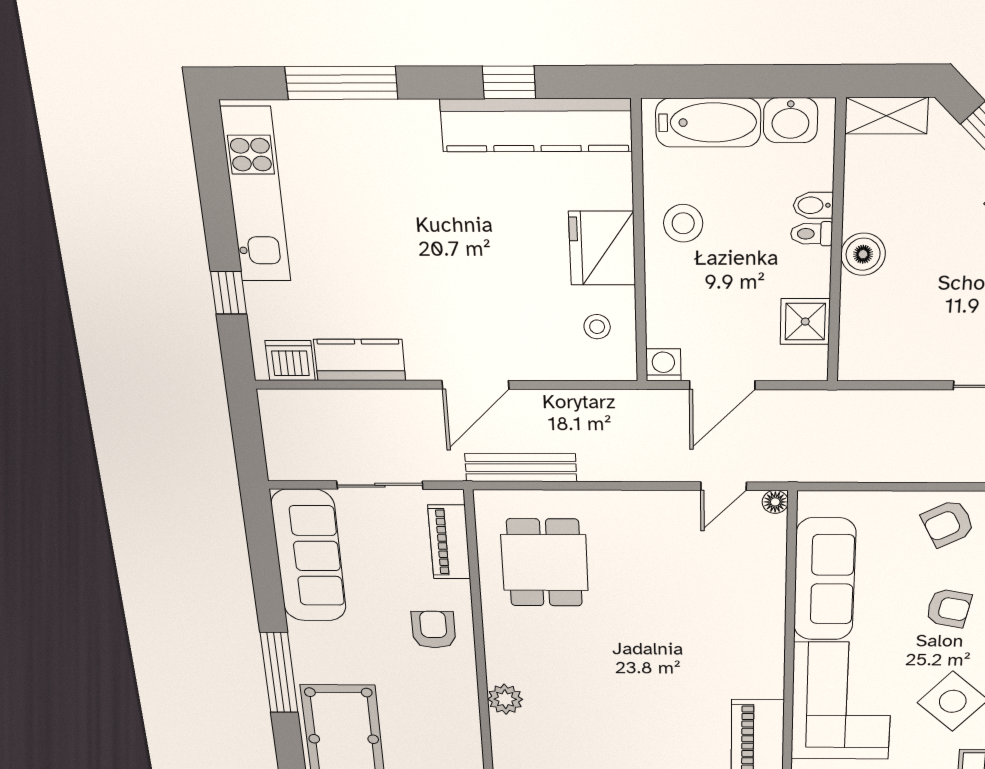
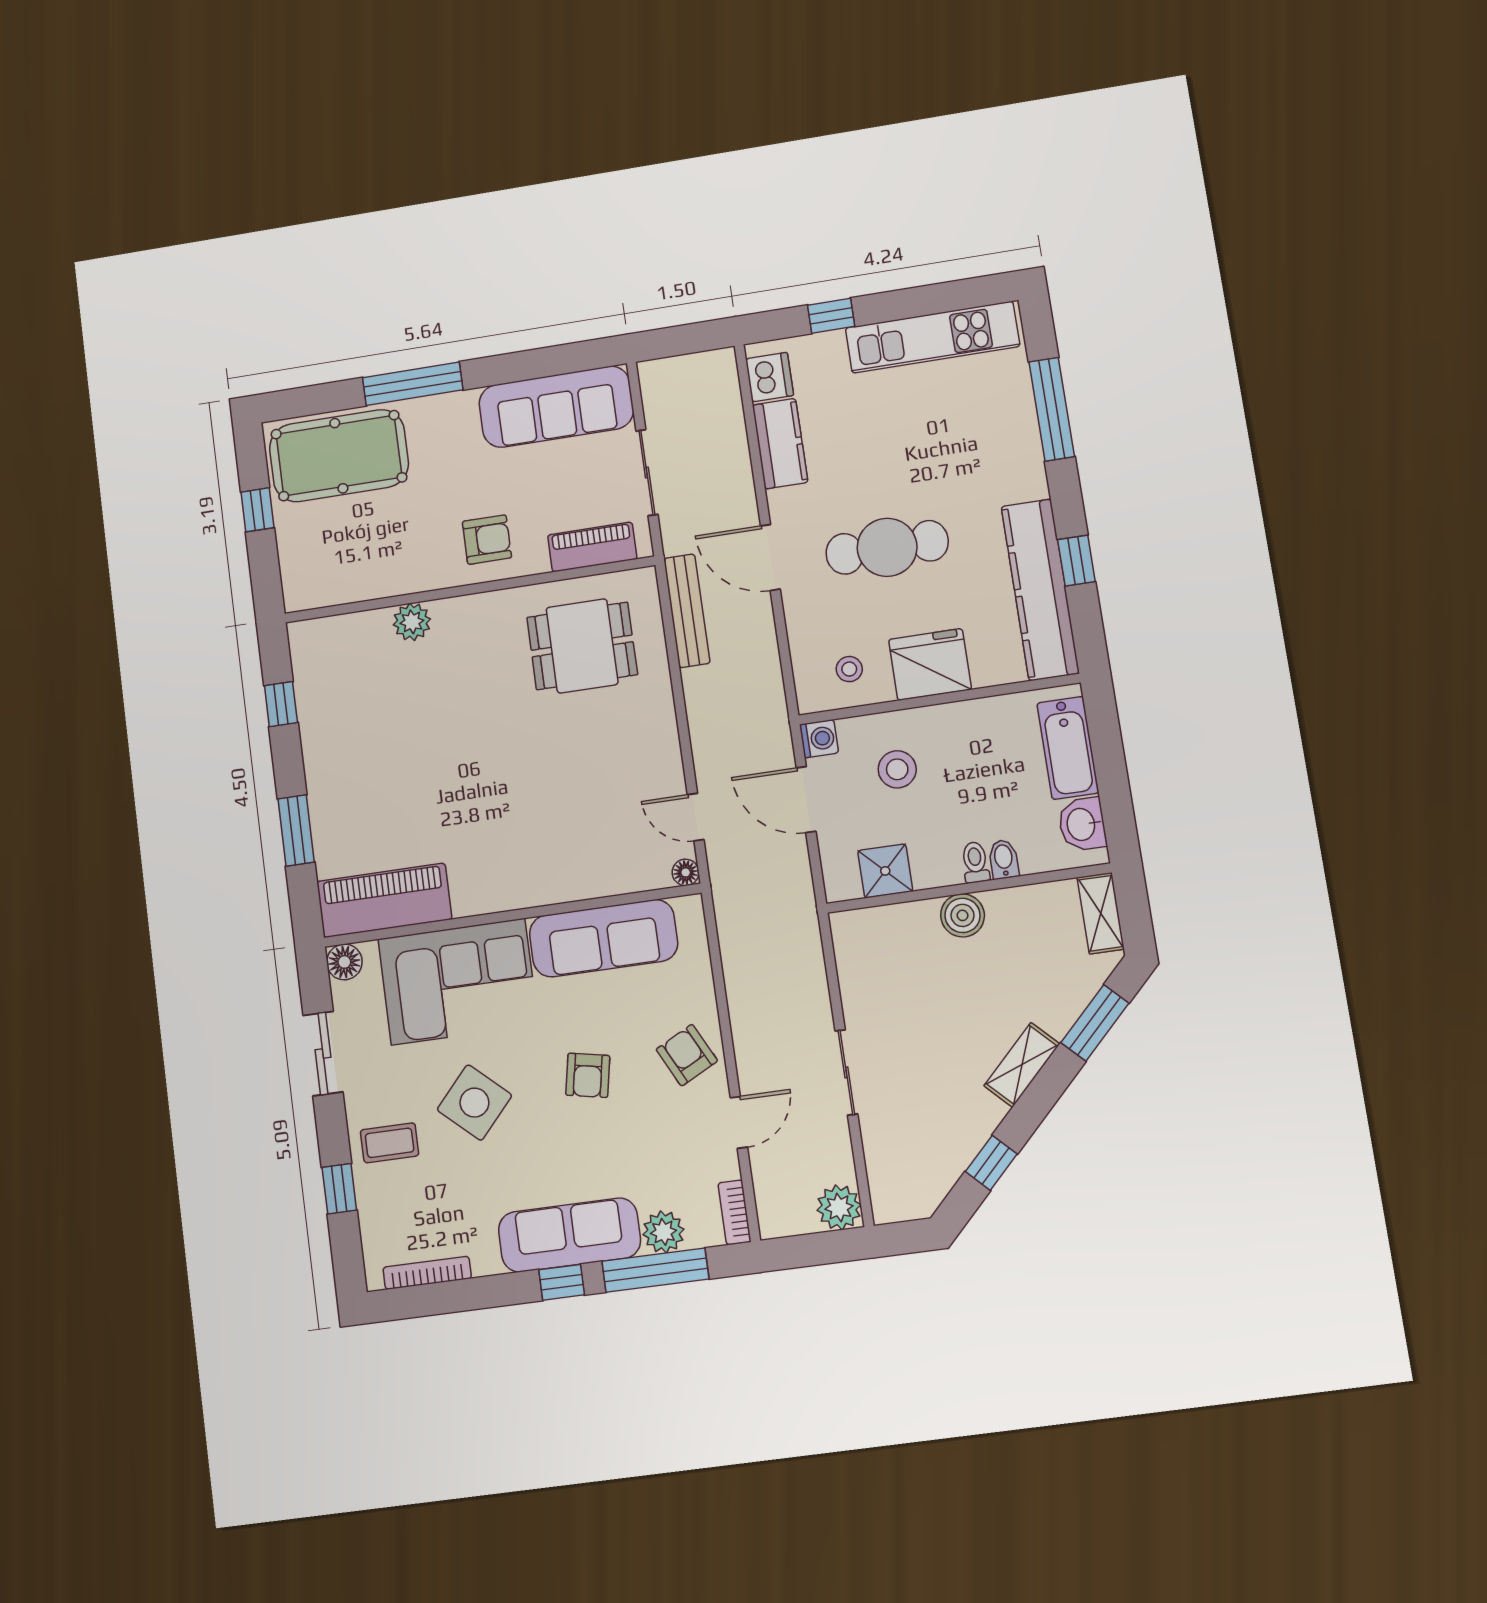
stool: (683, 223) -> (897, 769), moved
cafe table: (476, 273) -> (887, 547), added

